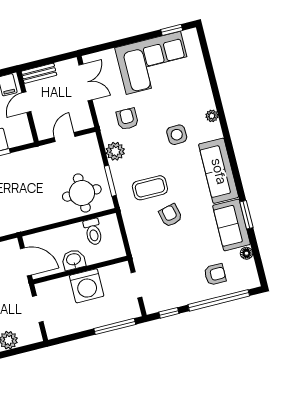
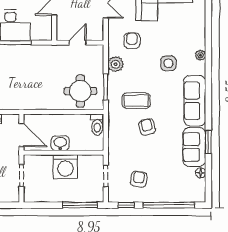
toilet: (93, 232) -> (97, 125), moved
armchair: (215, 274) -> (139, 179), moved, turned -82

